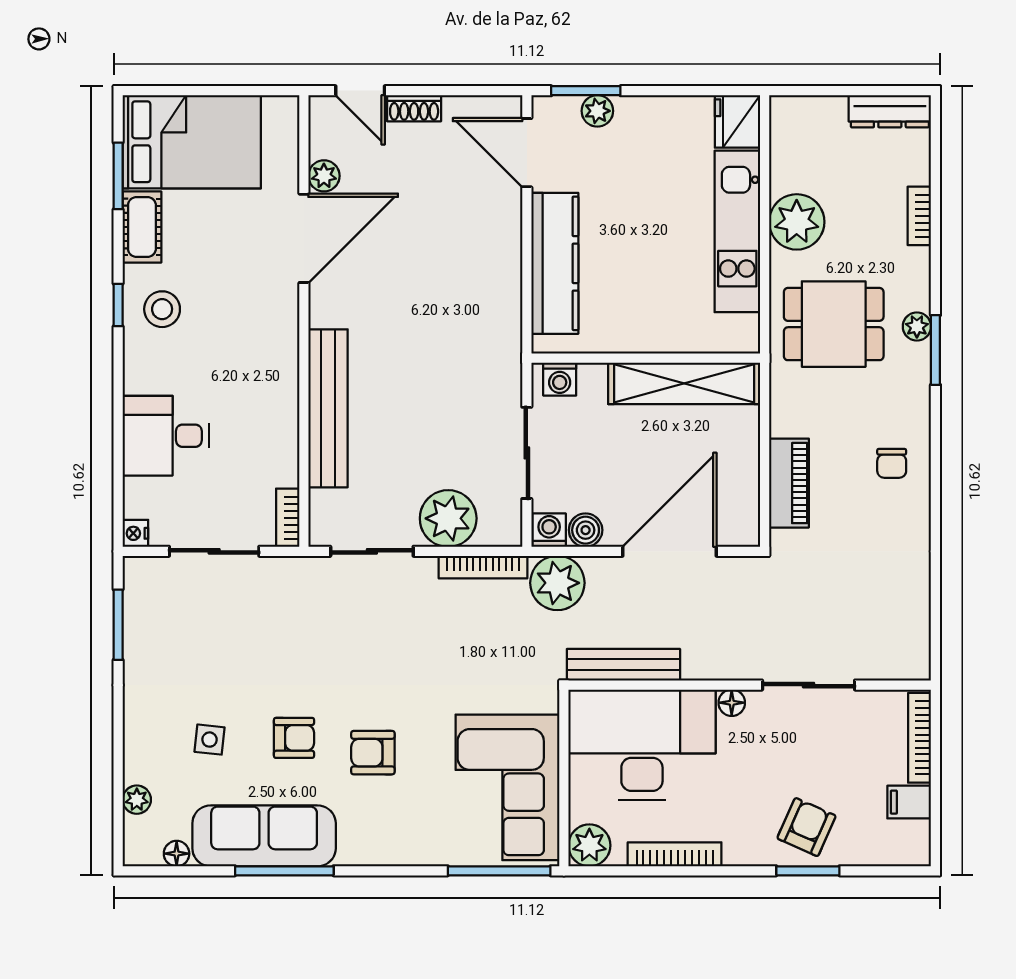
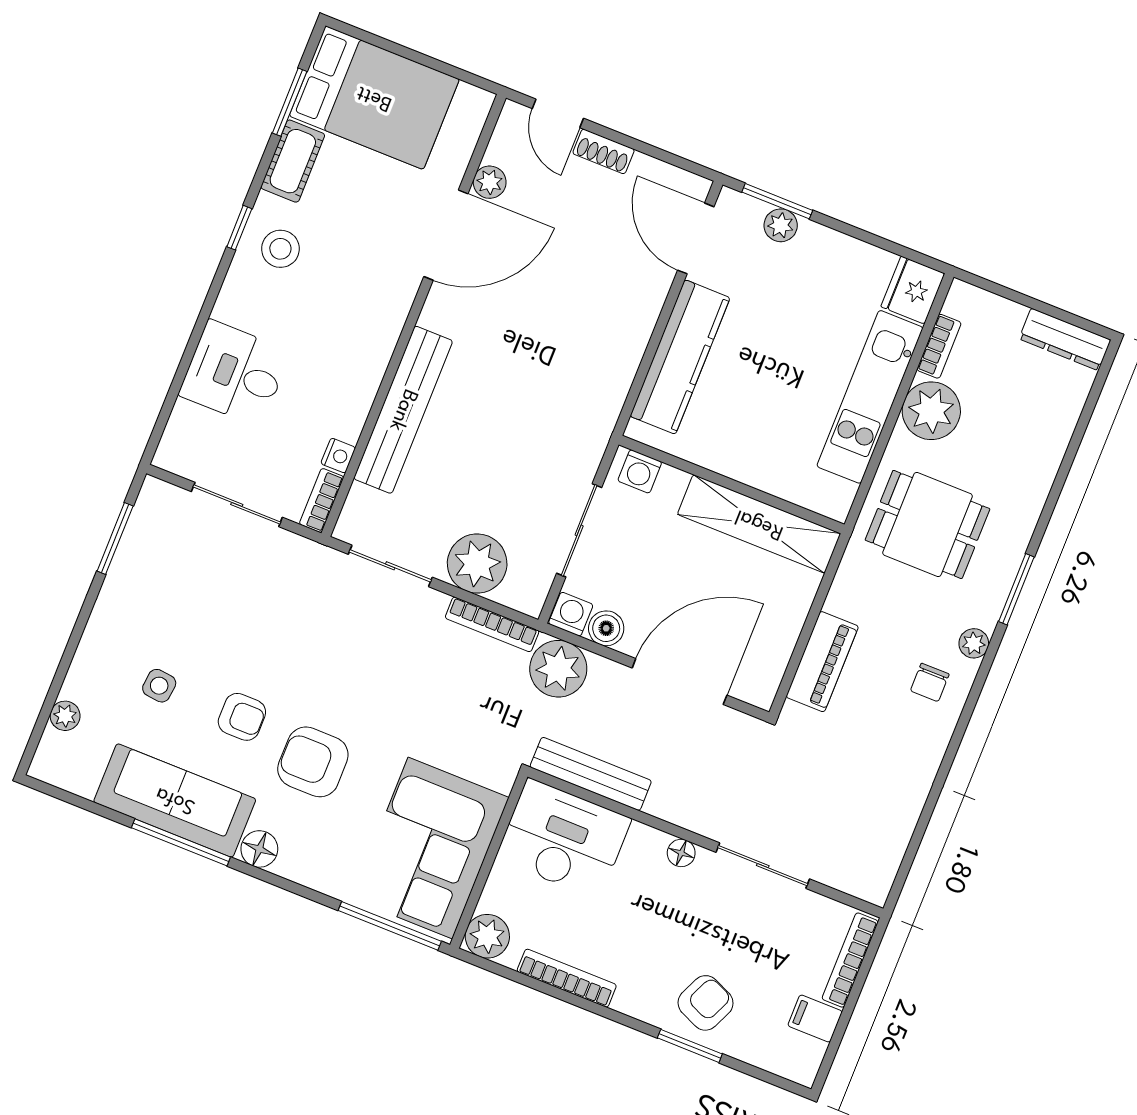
bookcase: (919, 216) -> (939, 346), moved, turned 180
plant: (917, 327) -> (974, 643), moved
nightstand: (135, 533) -> (338, 456), moved, turned 180
desk: (642, 745) -> (563, 839), width x0.73, depth x0.77
armchair: (373, 753) -> (313, 762), width x1.38, depth x1.38
floor lamp: (177, 854) -> (259, 849), moved, width x1.37, depth x1.37

